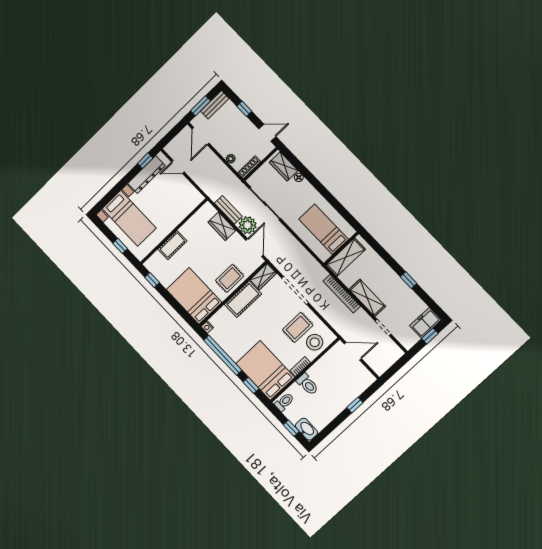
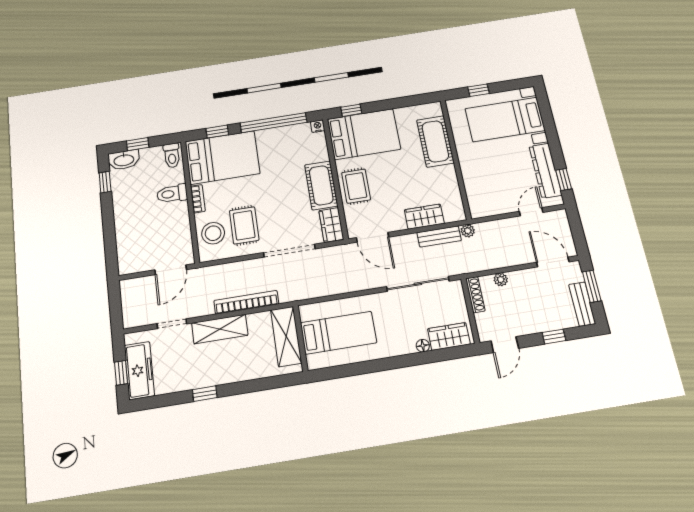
plant: (248, 225) -> (468, 231), moved, width x0.53, depth x0.53
cot: (172, 245) -> (435, 141), width x1.37, depth x1.34
window: (152, 280) -> (351, 110), moved
freezer: (425, 323) -> (139, 370), width x1.40
window: (355, 405) -> (105, 182), moved

